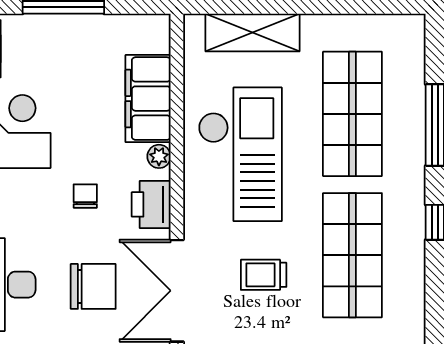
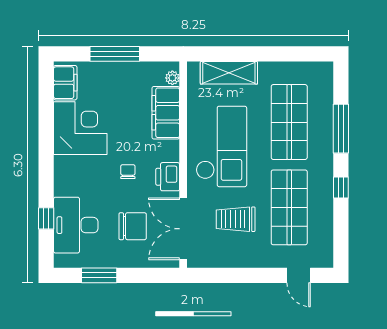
plant: (159, 156) -> (172, 78), moved
trolley: (264, 275) -> (236, 219), width x1.36, depth x1.39

